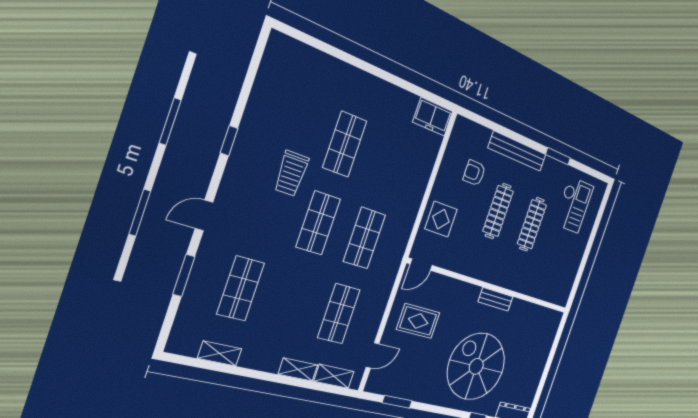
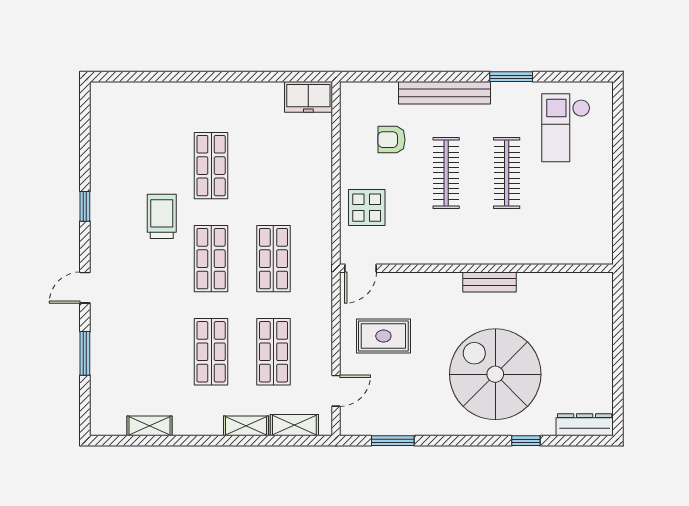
trolley: (291, 173) -> (162, 216), turned 180
checkout: (574, 205) -> (566, 128), turned 180
shop shelf: (241, 288) -> (211, 352), moved

